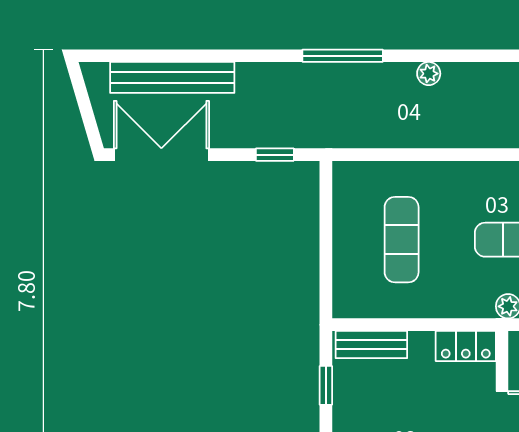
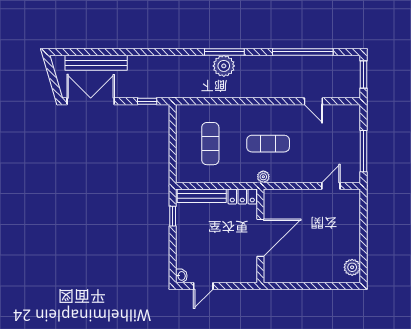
window: (343, 56) -> (224, 52), moved
plant: (429, 74) -> (224, 66), width x1.87, depth x1.87
bench: (371, 345) -> (202, 196), width x1.36

